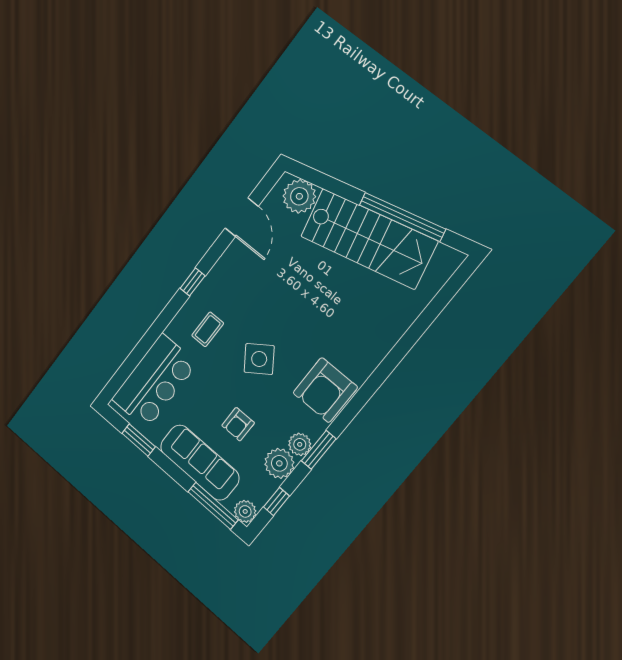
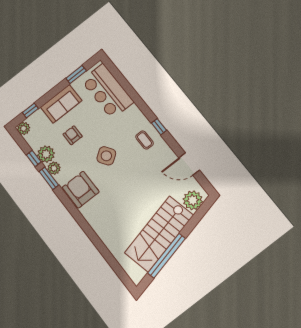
coffee table: (208, 329) -> (145, 140), moved
sofa: (200, 462) -> (61, 104), width x0.73
window: (276, 501) -> (34, 158), moved
window: (213, 506) -> (30, 110), width x0.46

